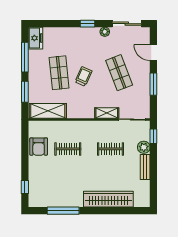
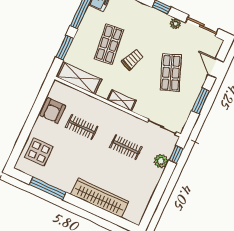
shelving: (107, 113) -> (122, 100), moved
bench: (145, 167) -> (153, 182), removed
display table: (43, 185) -> (39, 152), added
window: (25, 187) -> (19, 146), removed

